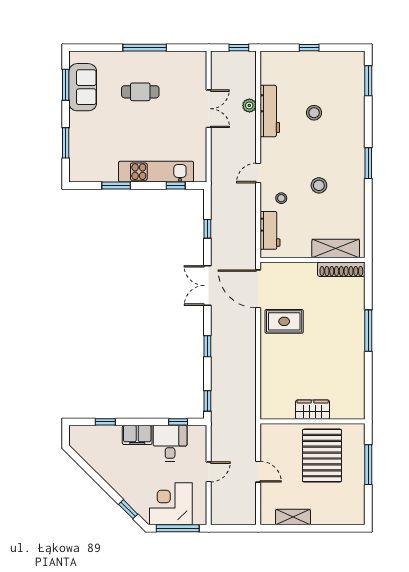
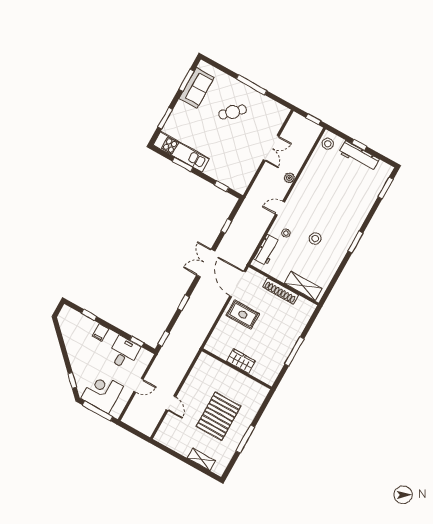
cafe table: (140, 92) -> (233, 112), turned -44
plant: (249, 105) -> (289, 178), moved
workbench: (270, 111) -> (359, 156), moved, turned 90
stool: (314, 113) -> (328, 144), moved
kitchen unit: (156, 172) -> (181, 152), moved
shoe rack: (341, 269) -> (281, 291), moved
wardrobe: (313, 410) -> (241, 361), moved
wall: (313, 421) -> (237, 369), moved
filing cabinet: (137, 435) -> (100, 332), width x0.50
shelving: (293, 517) -> (201, 459), moved

